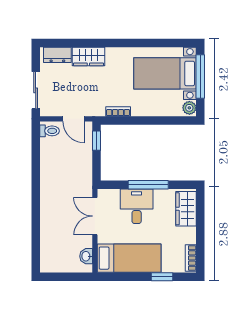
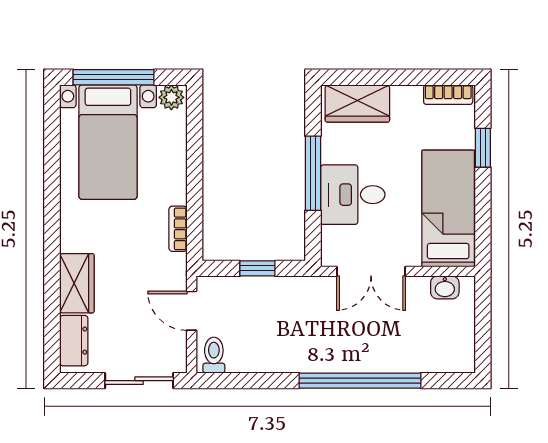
door: (74, 119) -> (192, 311), swing flipped
window: (97, 141) -> (257, 268), moved
window: (36, 210) -> (360, 381), added

